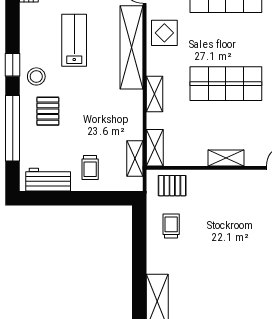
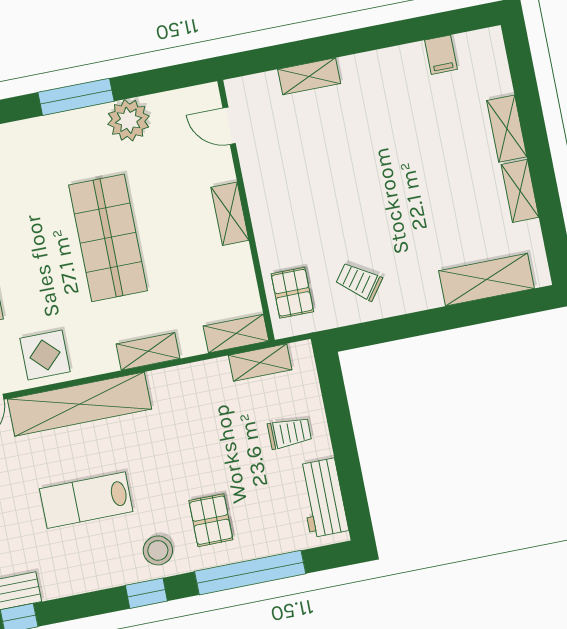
pallet: (48, 111) -> (211, 520), turned 90
trolley: (171, 226) -> (359, 281), turned 36

